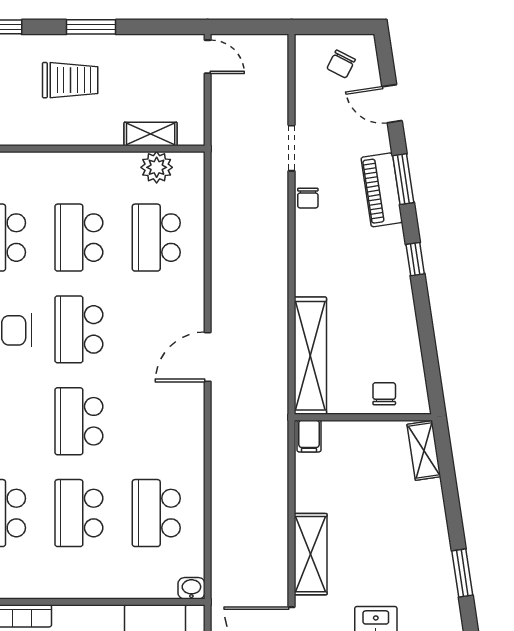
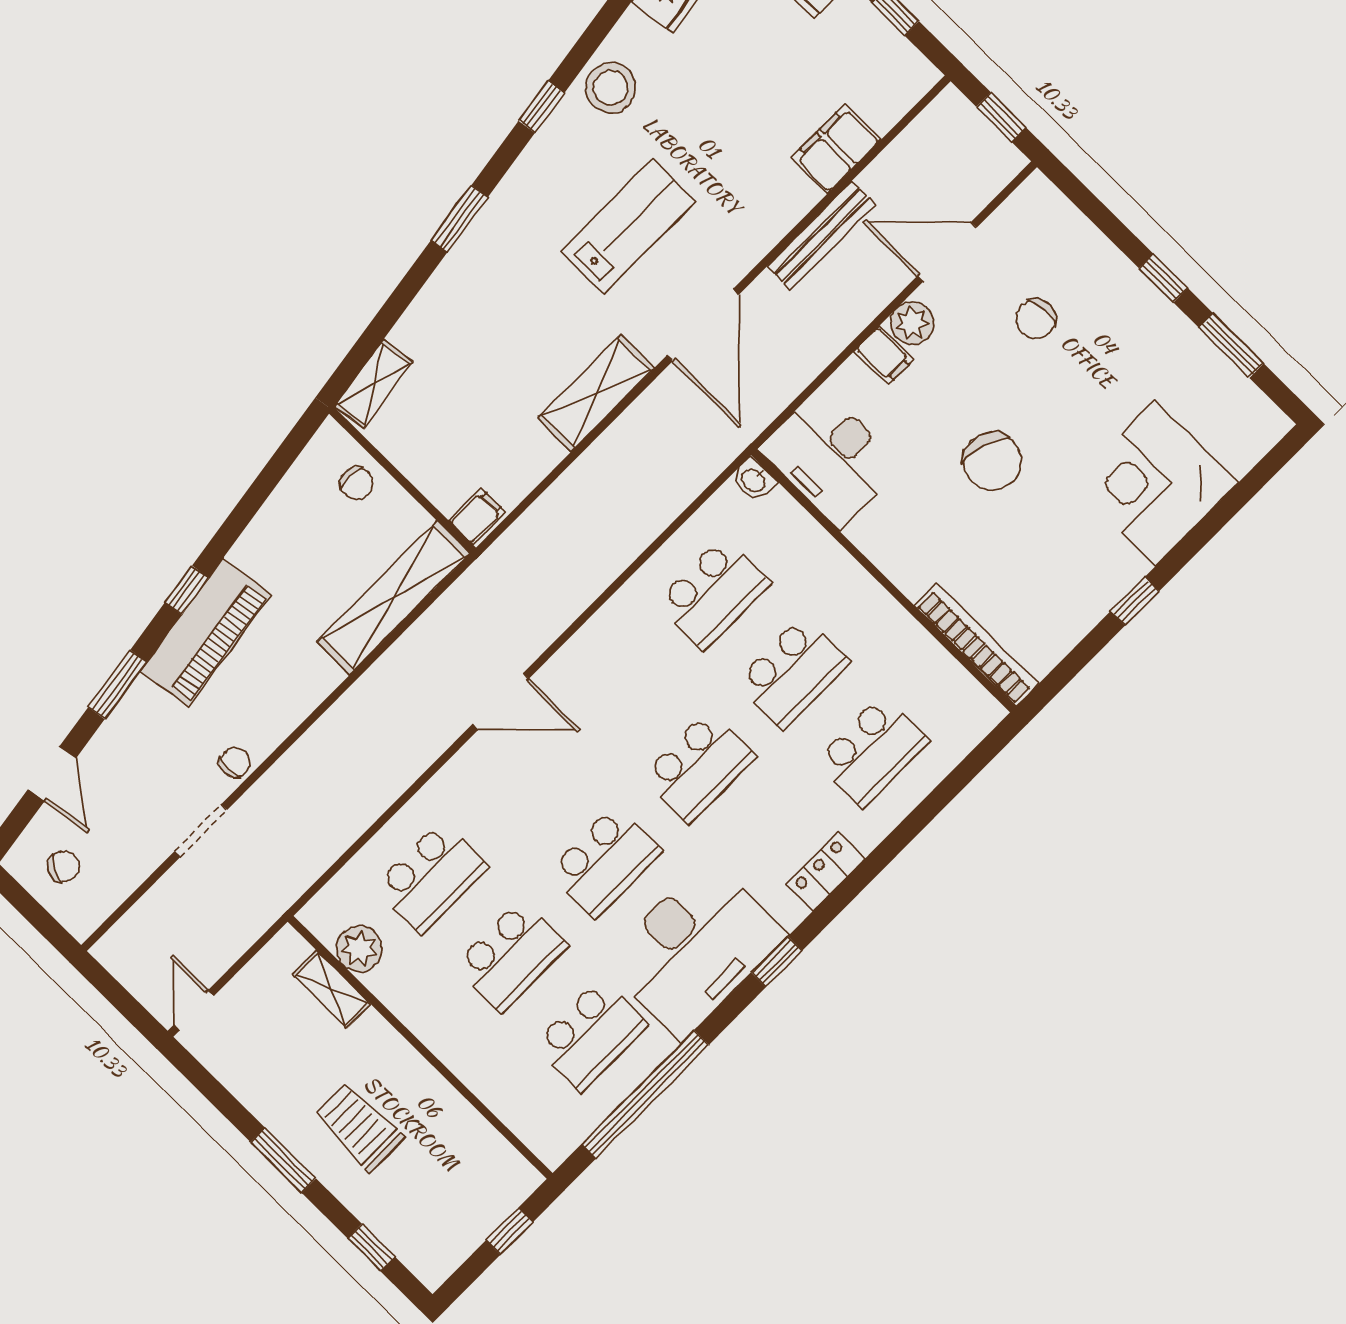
piano: (382, 190) -> (206, 633), moved, width x1.37, depth x1.33
chair: (384, 394) -> (356, 483), turned -90

